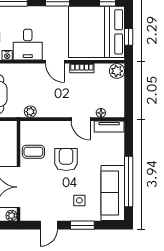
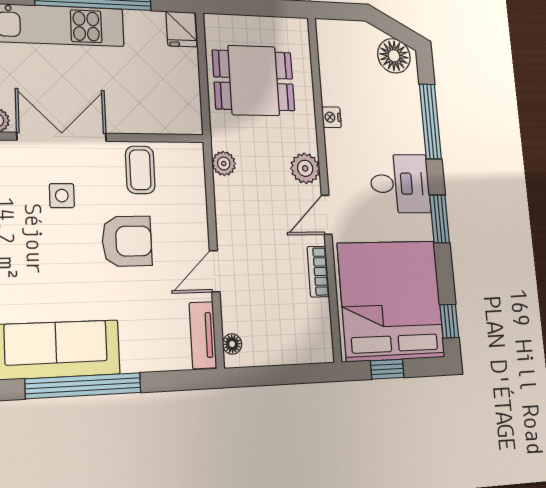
desk: (28, 45) -> (400, 184), moved, turned 180
plant: (117, 71) -> (305, 168), moved
floor lamp: (101, 113) -> (232, 344), moved
side table: (79, 200) -> (62, 196), moved

